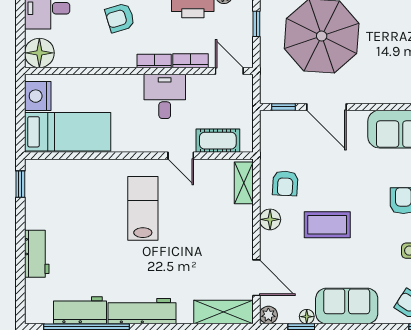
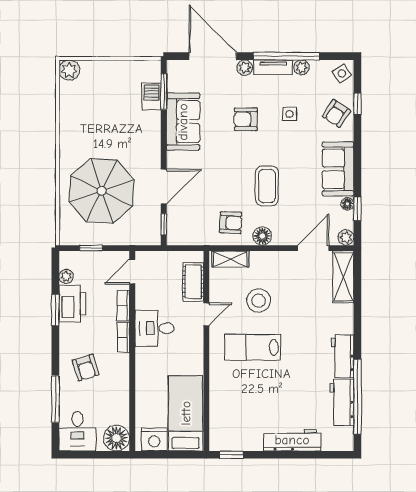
stool: (196, 215) -> (259, 301), added
workbench: (37, 254) -> (292, 440), width x1.37
workbench: (142, 311) -> (343, 356), width x0.73

